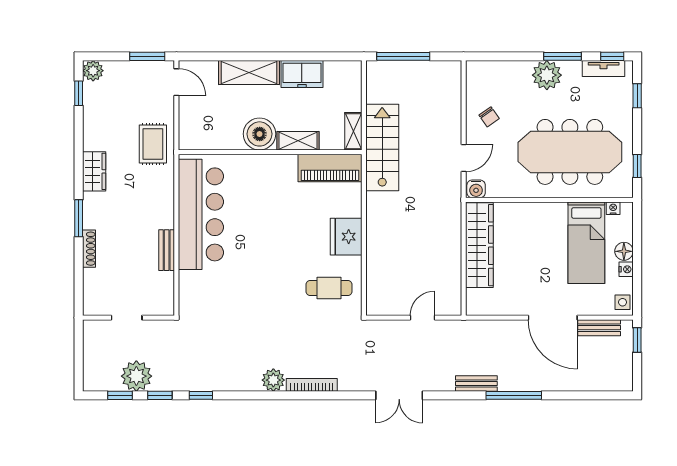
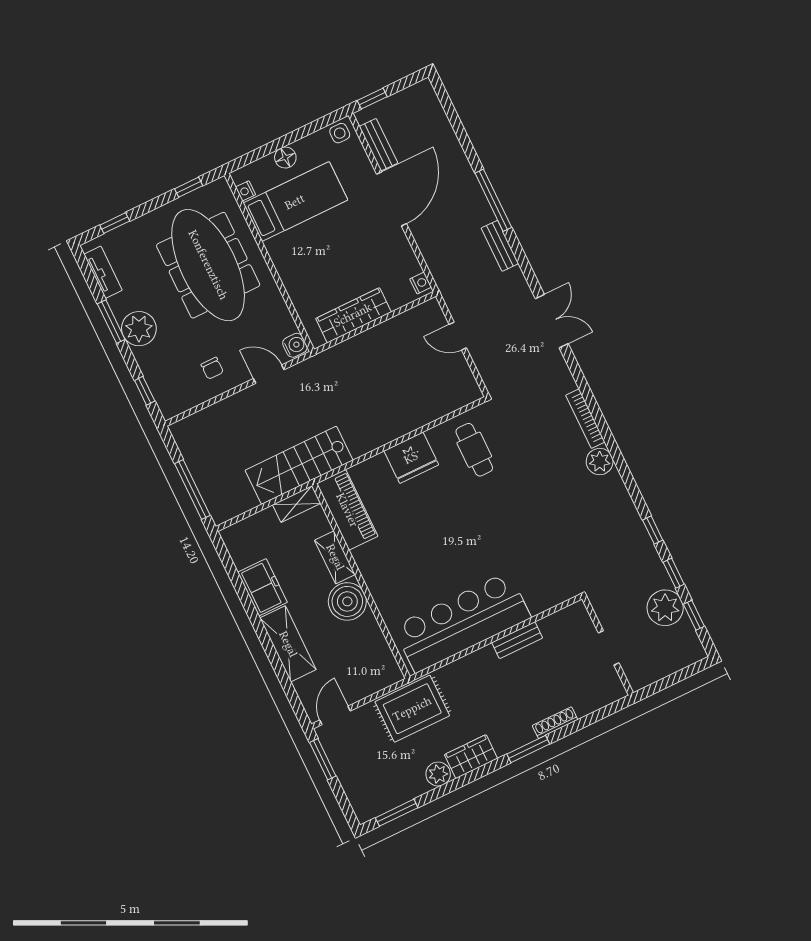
window: (612, 56) -> (145, 391), moved
plant: (93, 71) -> (438, 774), moved
window: (79, 93) -> (397, 813), width x1.50
chair: (489, 117) -> (212, 368), turned 125
rug: (153, 144) -> (412, 709), width x1.36, depth x1.43
wardrobe: (479, 245) -> (353, 315), width x0.71, depth x0.85
nightstand: (626, 269) -> (421, 283), moved, turned 90

